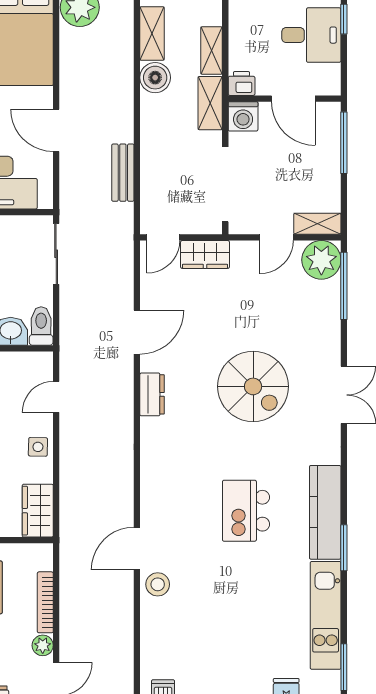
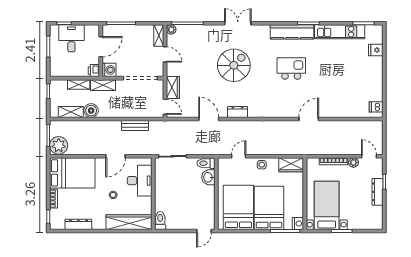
plant: (321, 260) -> (171, 30), width x0.53, depth x0.53
door: (56, 397) -> (239, 156), swing flipped
kitchen island: (246, 511) -> (291, 69), turned 180
door: (137, 549) -> (309, 119), swing flipped
stool: (158, 584) -> (325, 109), removed

